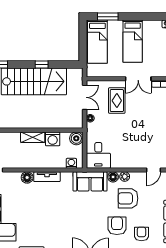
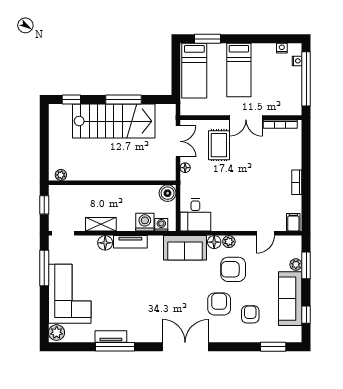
window: (42, 64) -> (123, 100), width x2.17
shelving: (33, 137) -> (101, 224), moved
washing machine: (53, 139) -> (145, 222), moved, turned 180

